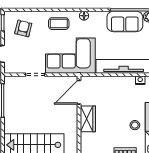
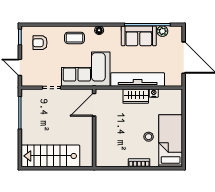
armchair: (23, 28) -> (40, 43), turned -104
wardrobe: (88, 119) -> (136, 96), moved, turned 90

